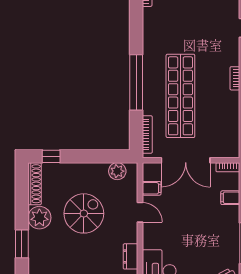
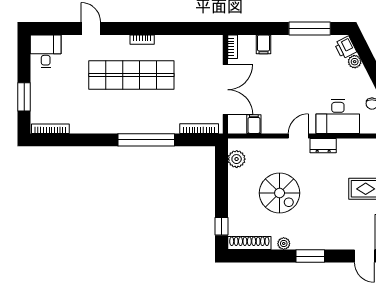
shop shelf: (180, 96) -> (131, 75), moved
door: (140, 212) -> (298, 136), moved
spiral stairs: (84, 213) -> (280, 193), turned 180
plant: (39, 218) -> (284, 243), width x0.53, depth x0.53

